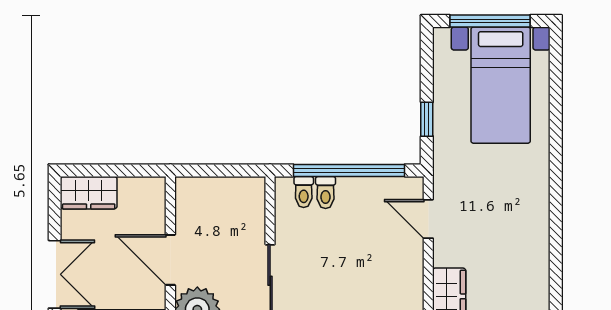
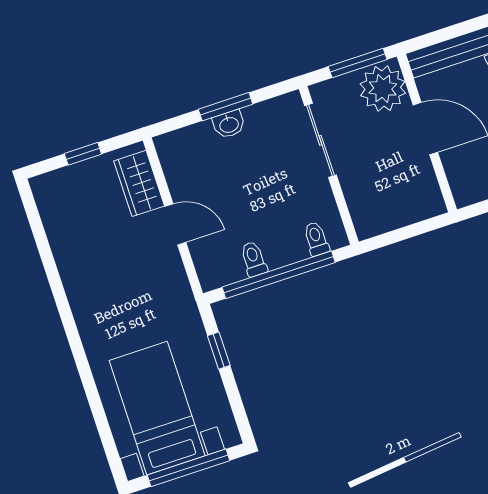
toilet: (326, 192) -> (254, 259), moved
door: (428, 219) -> (175, 224), moved

